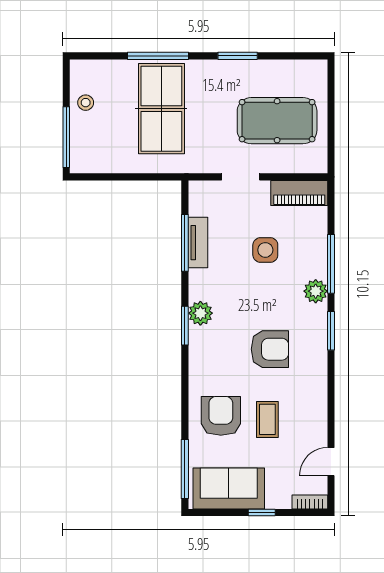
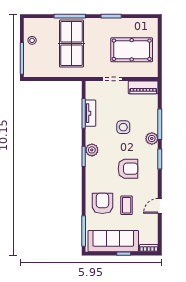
side table: (265, 250) -> (123, 127), moved
door: (331, 462) -> (160, 206), moved
sofa: (229, 488) -> (113, 241), width x1.36

